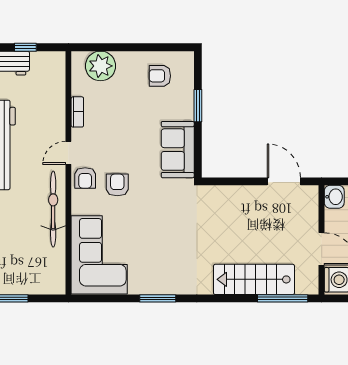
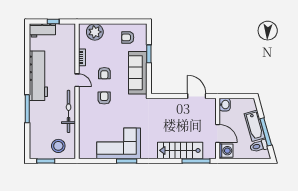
sofa: (178, 150) -> (138, 73), width x1.36
door: (68, 153) -> (77, 80), swing flipped
armchair: (85, 178) -> (104, 73), moved
corner sofa: (99, 255) -> (119, 143), moved, turned -90
stool: (35, 271) -> (58, 146), added

